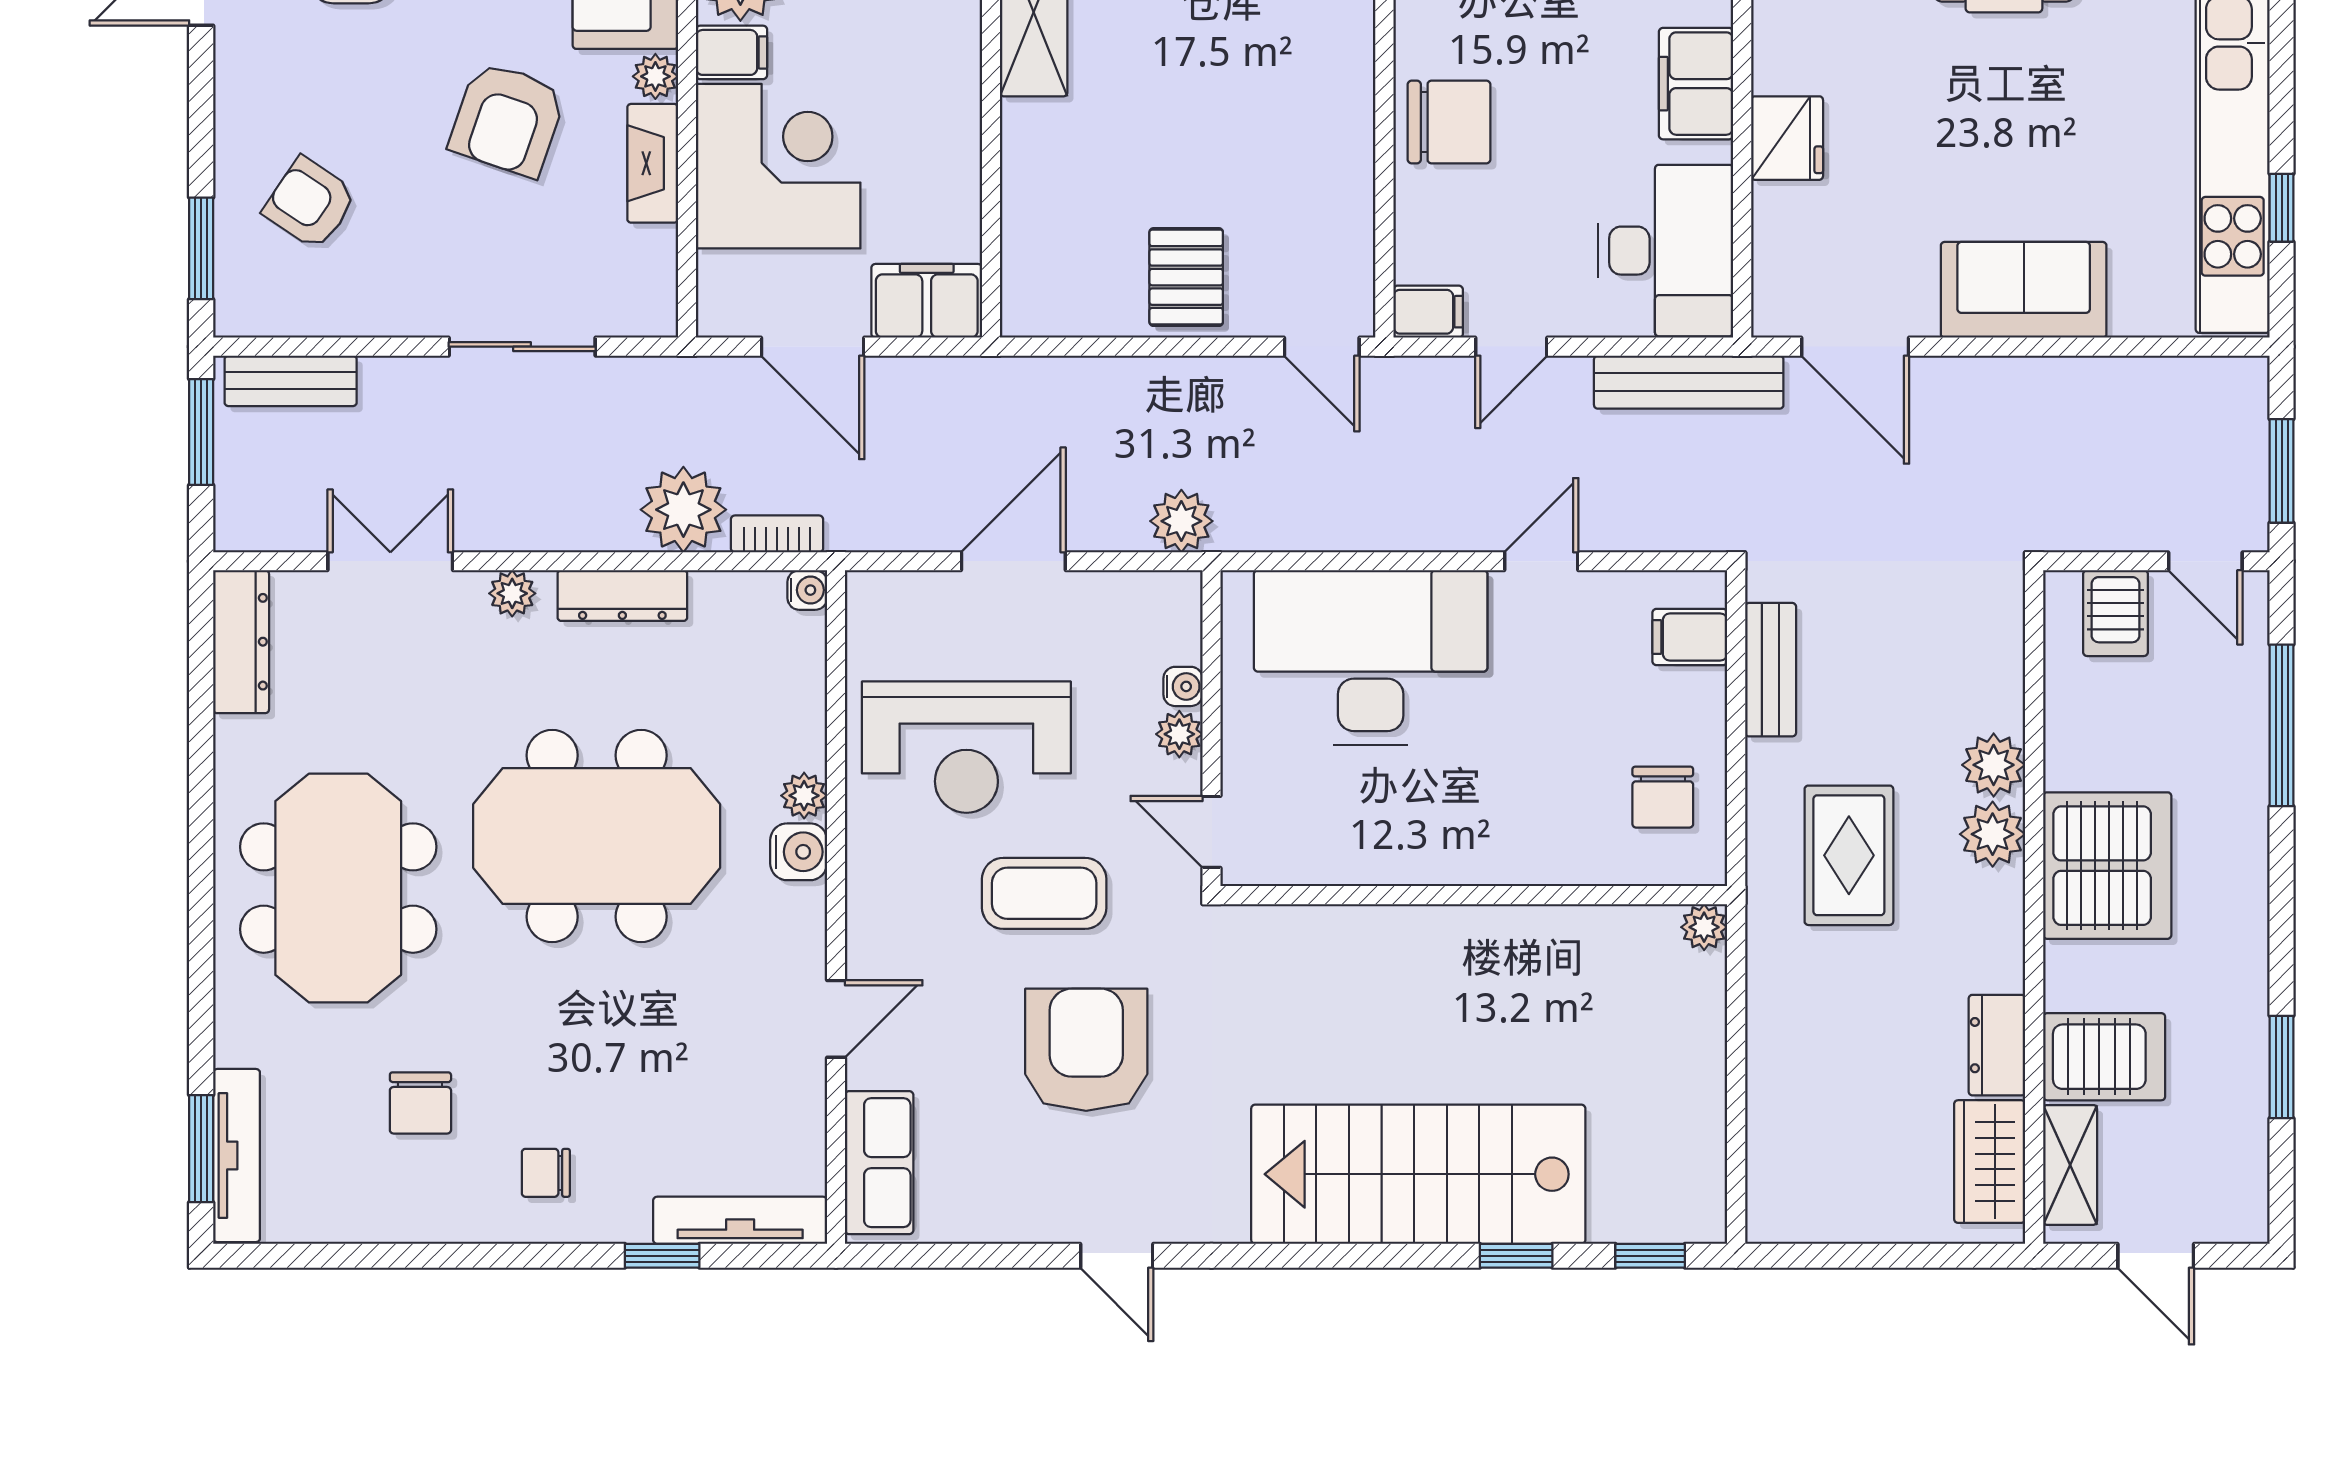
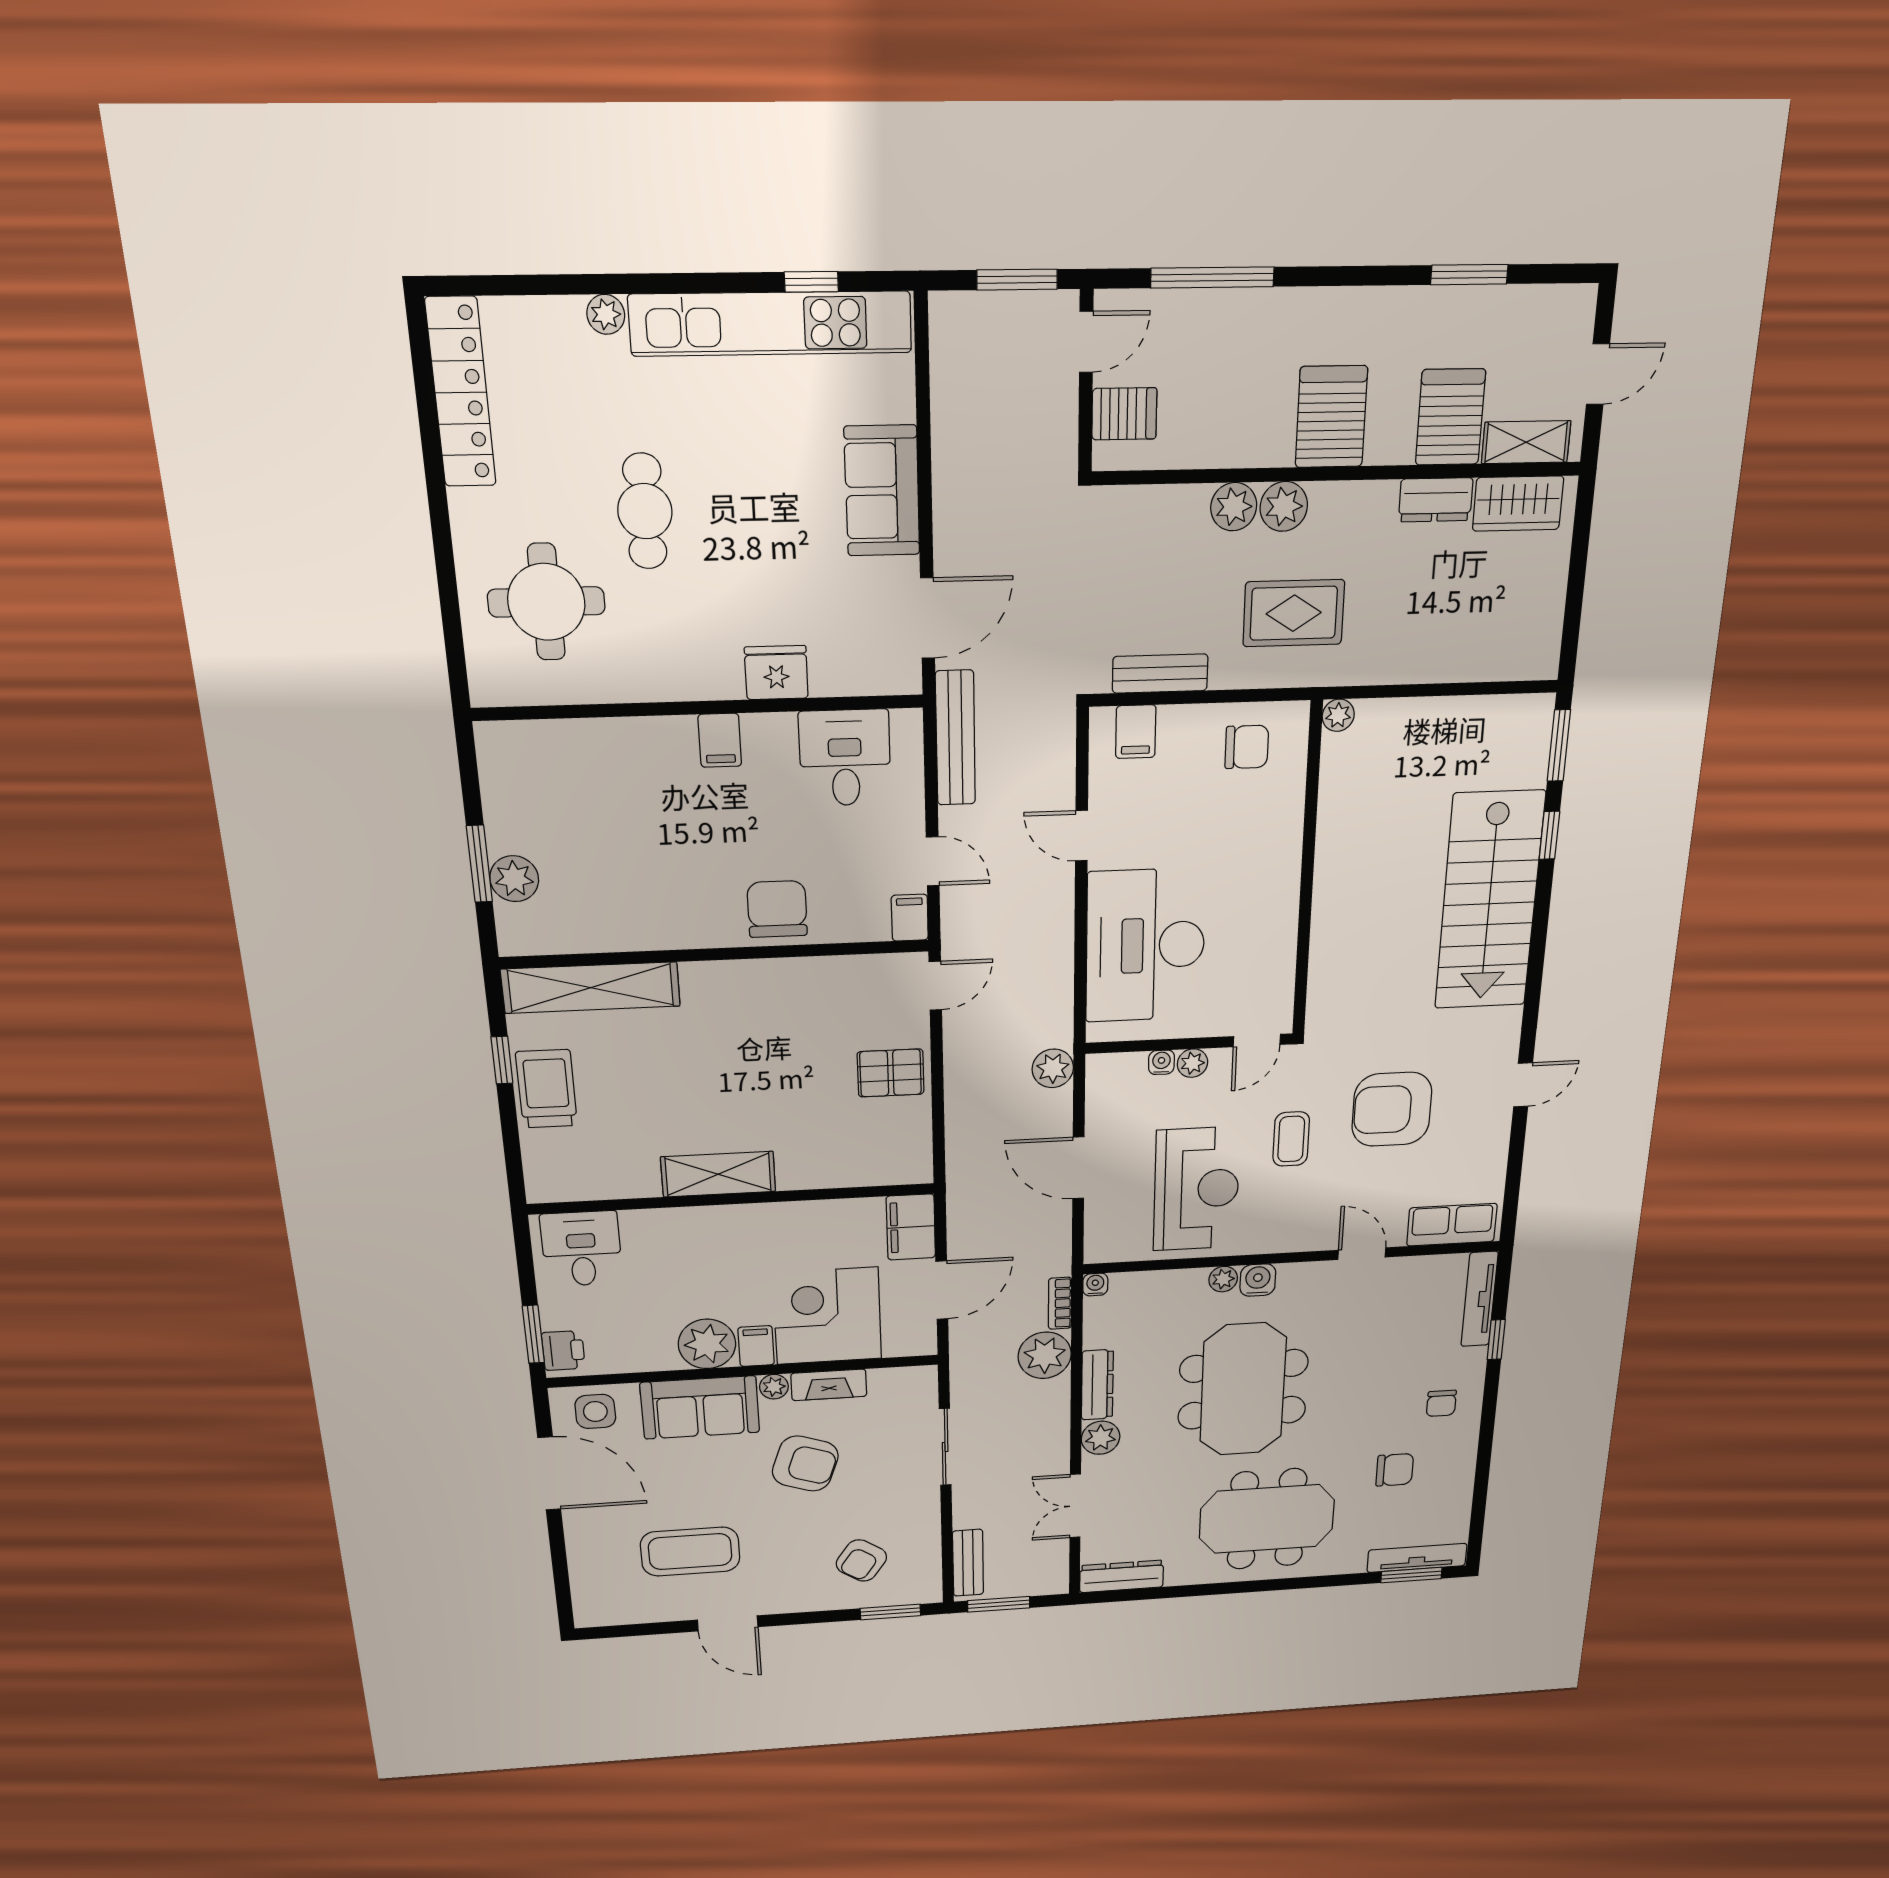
filing cabinet: (1696, 84) -> (720, 740), width x0.50
desk: (1666, 251) -> (845, 758), width x0.73
plant: (512, 593) -> (1101, 1438), width x1.38, depth x1.38
server rack: (2107, 866) -> (1331, 417), width x0.62
coffee table: (1044, 893) -> (1291, 1139), width x0.73, depth x0.77
window: (1650, 1256) -> (1559, 745), width x1.50

